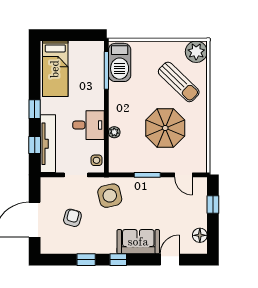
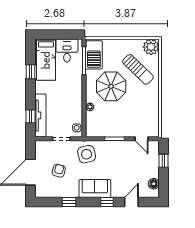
window: (35, 109) -> (31, 72), moved
desk: (89, 125) -> (67, 50), moved, turned -90
parasol: (165, 128) -> (111, 86), moved
sofa: (138, 242) -> (95, 189), moved
window: (118, 260) -> (107, 202), moved

